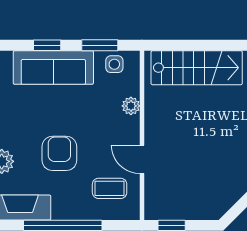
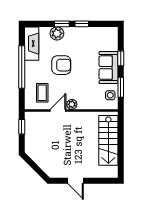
sofa: (53, 67) -> (108, 68), width x0.73
plant: (131, 106) -> (72, 104), moved

